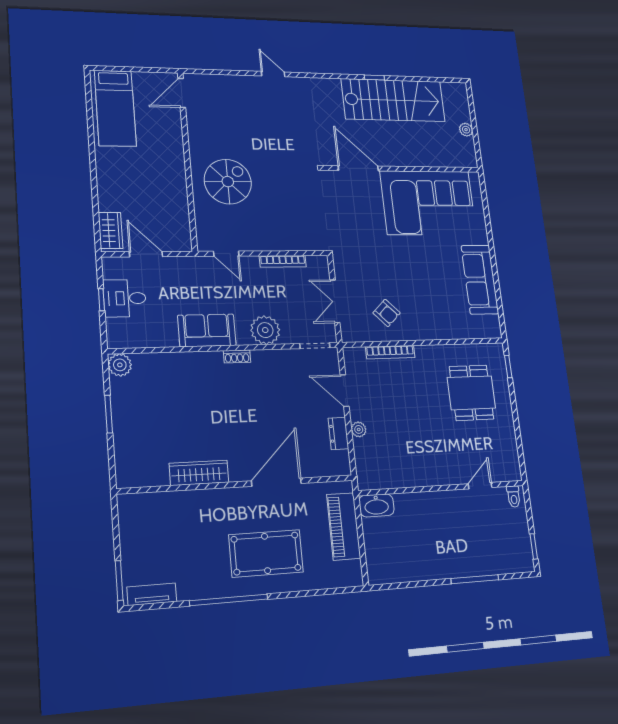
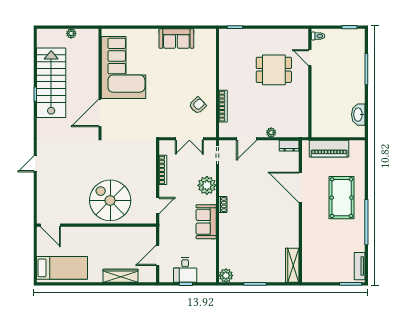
spiral stairs: (228, 182) -> (110, 200), width x1.37, depth x1.37
wardrobe: (111, 230) -> (120, 276), moved, width x1.50
sofa: (480, 280) -> (176, 39), width x0.73
dining table: (471, 393) -> (274, 70), moved
dresser: (338, 433) -> (289, 146), moved
wardrobe: (199, 473) -> (292, 265), moved
washbasin: (377, 505) -> (358, 115), moved, turned 180

